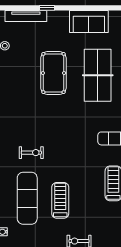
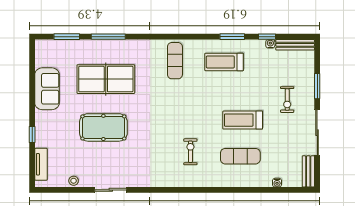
tv unit: (26, 16) -> (41, 164), width x0.71
exercise mat: (27, 198) -> (240, 156), width x0.73, depth x0.69

